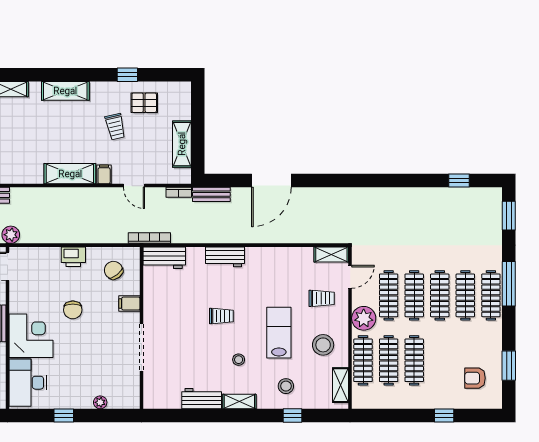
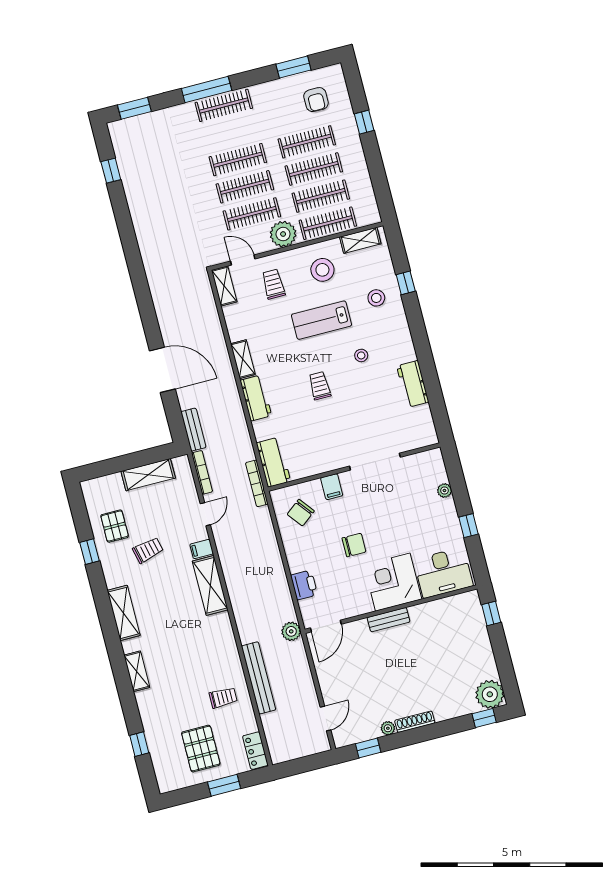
bookcase: (179, 192) -> (202, 472), width x1.56
printer: (73, 257) -> (304, 585), moved
clothes rail: (465, 295) -> (307, 142), moved
shelving: (239, 401) -> (243, 359), moved

